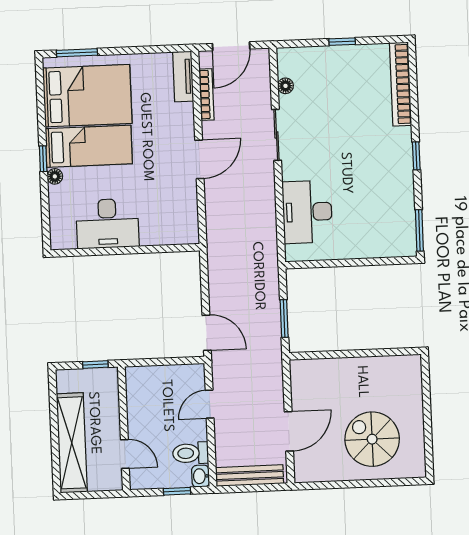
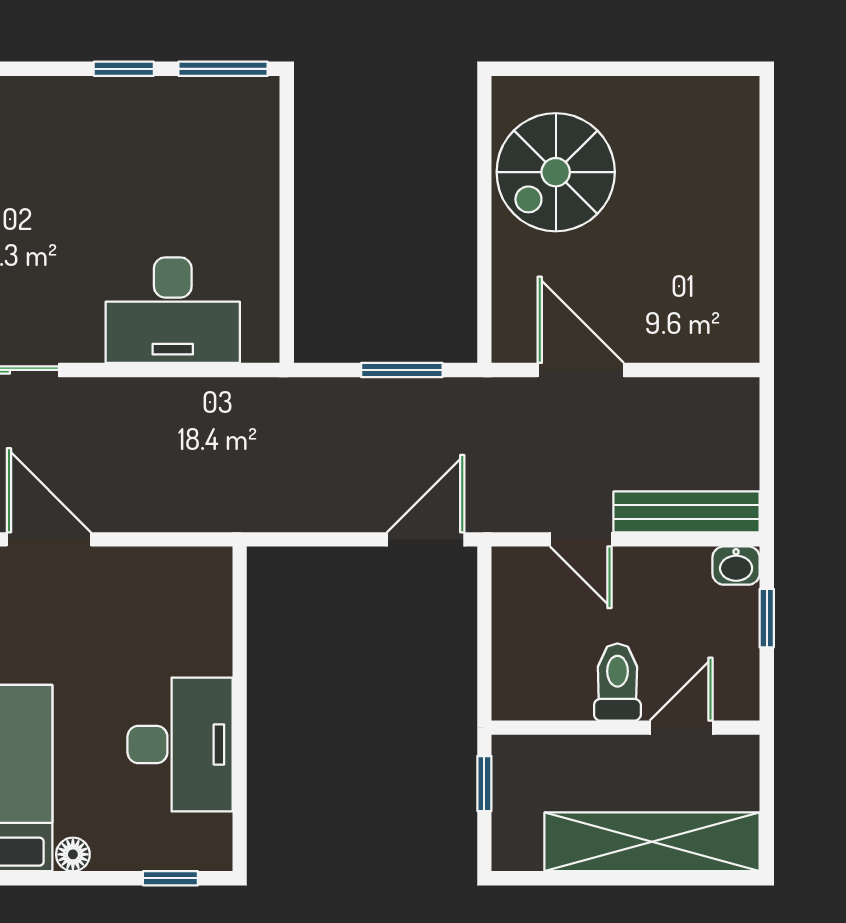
window: (416, 156) -> (124, 69), moved
window: (43, 159) -> (170, 878), moved
door: (289, 431) -> (581, 370), moved
spiral stairs: (372, 439) -> (556, 172), moved
toilet: (191, 453) -> (617, 682), moved, turned 180
bench: (250, 476) -> (687, 512), moved, turned 90

